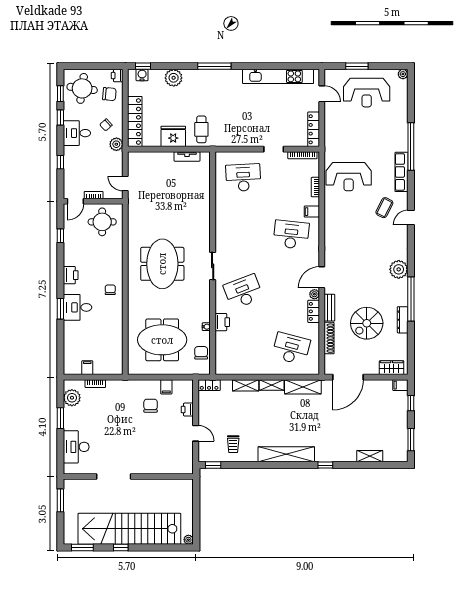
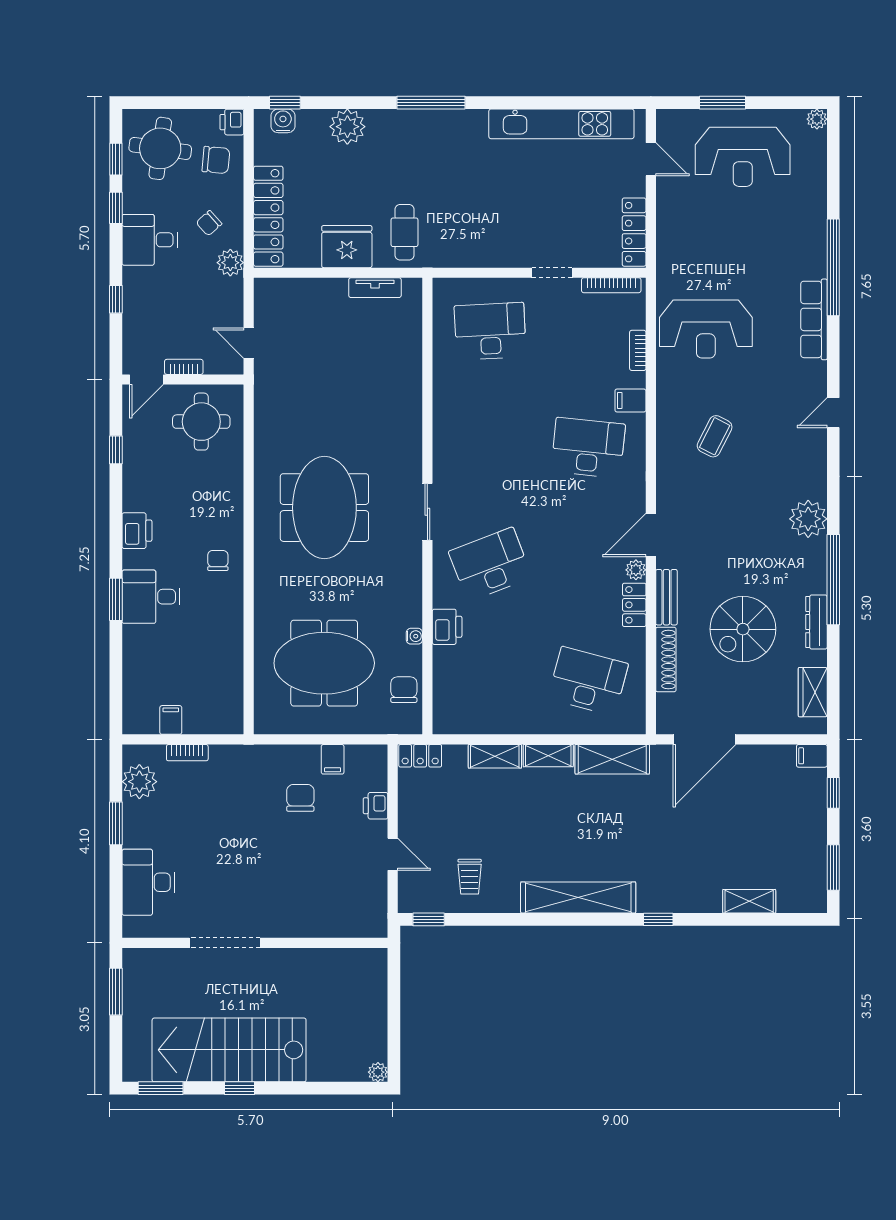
coffee table: (384, 208) -> (715, 436), moved
wardrobe: (392, 368) -> (813, 692), moved, turned -90
stairs: (129, 529) -> (229, 1050), width x0.73

